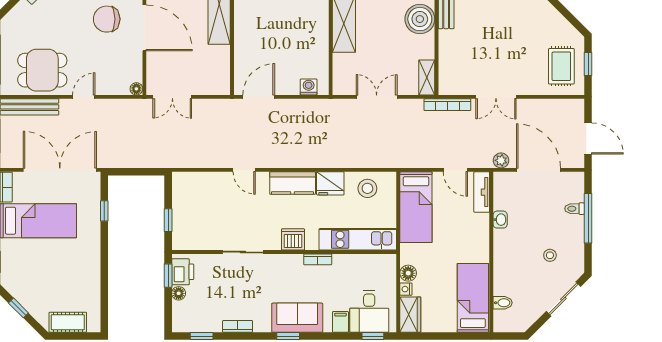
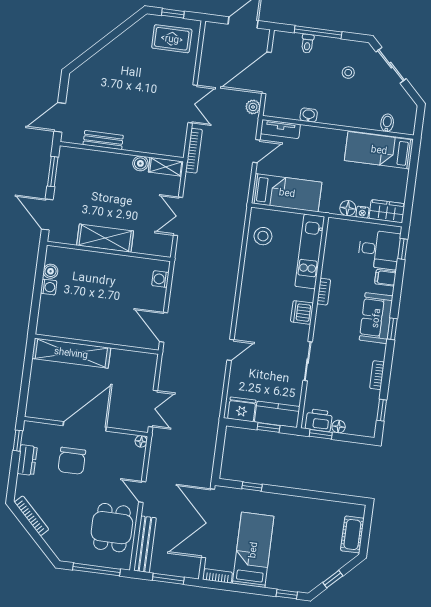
boiler: (420, 19) -> (140, 163), moved, width x0.54, depth x0.54
kitchen counter: (293, 183) -> (277, 414), moved, turned -90
fridge: (330, 183) -> (242, 409), moved, turned -90

